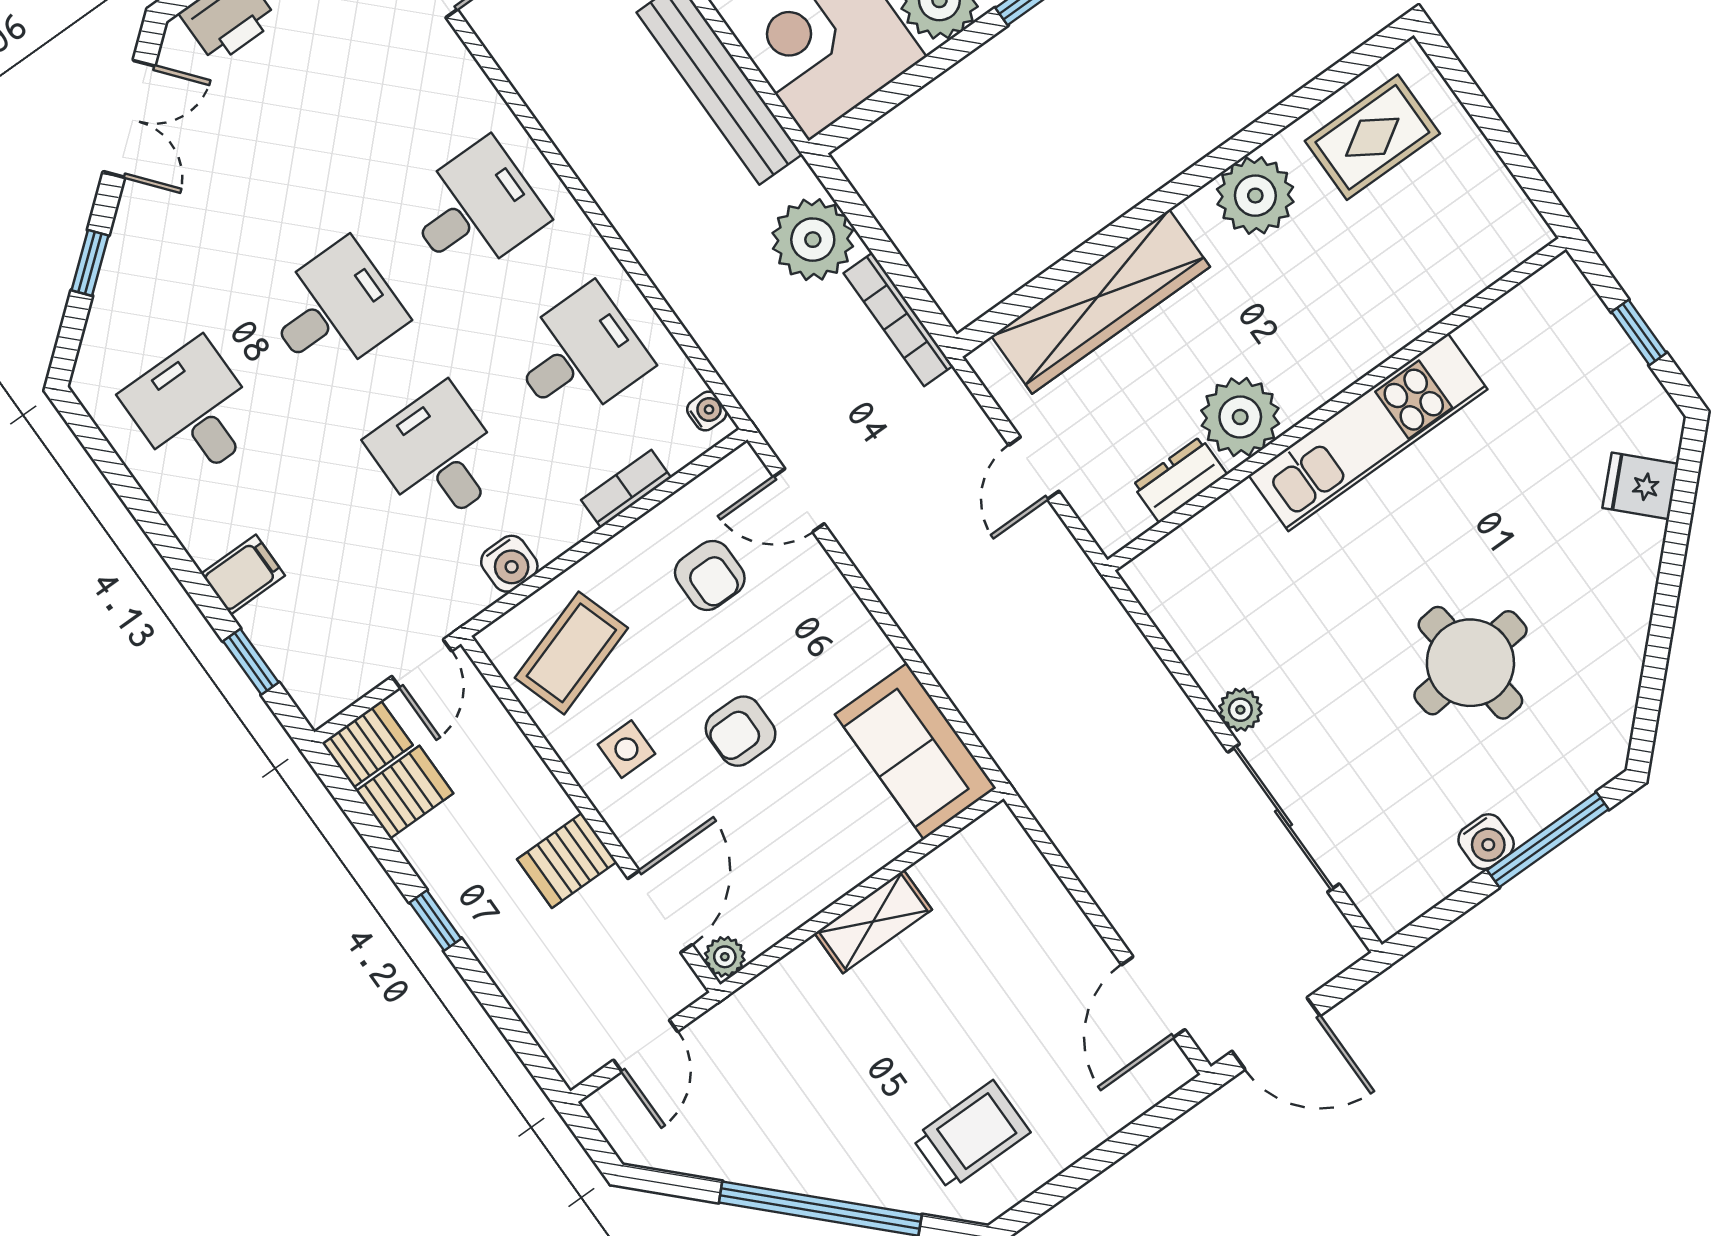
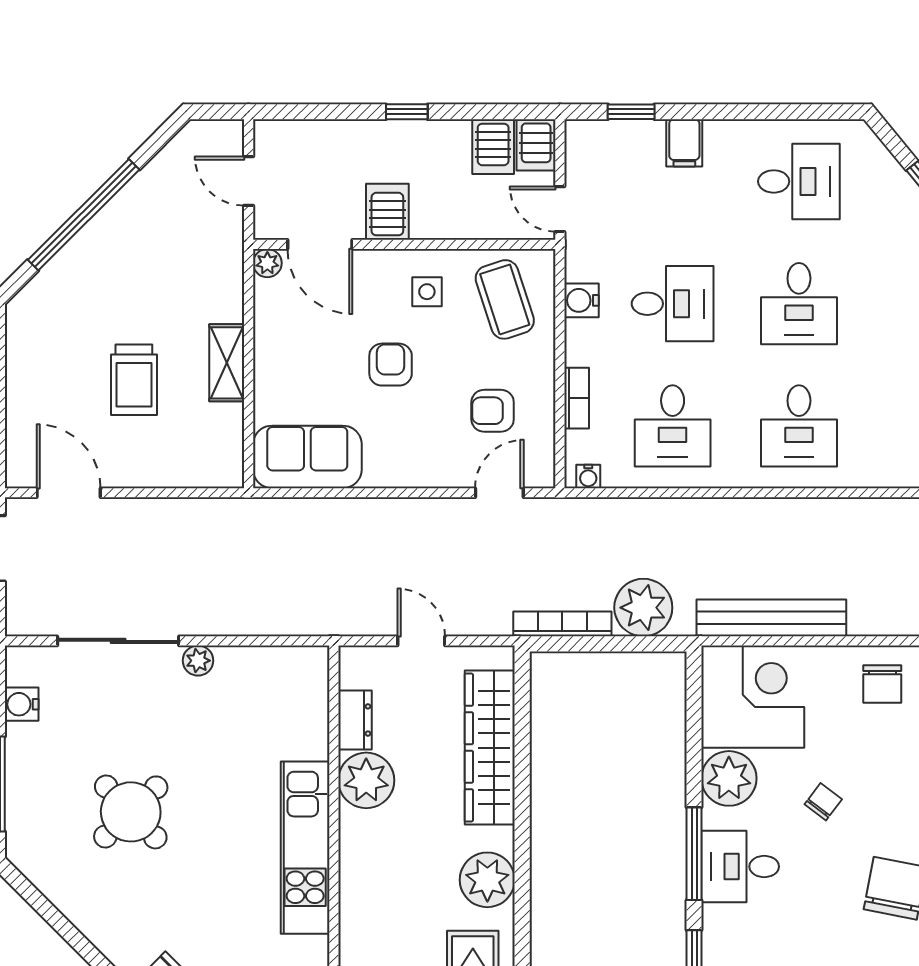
round table: (1470, 663) -> (131, 812), turned -38
water cooler: (1486, 842) -> (22, 704), moved
trolley: (971, 1135) -> (134, 380), moved

